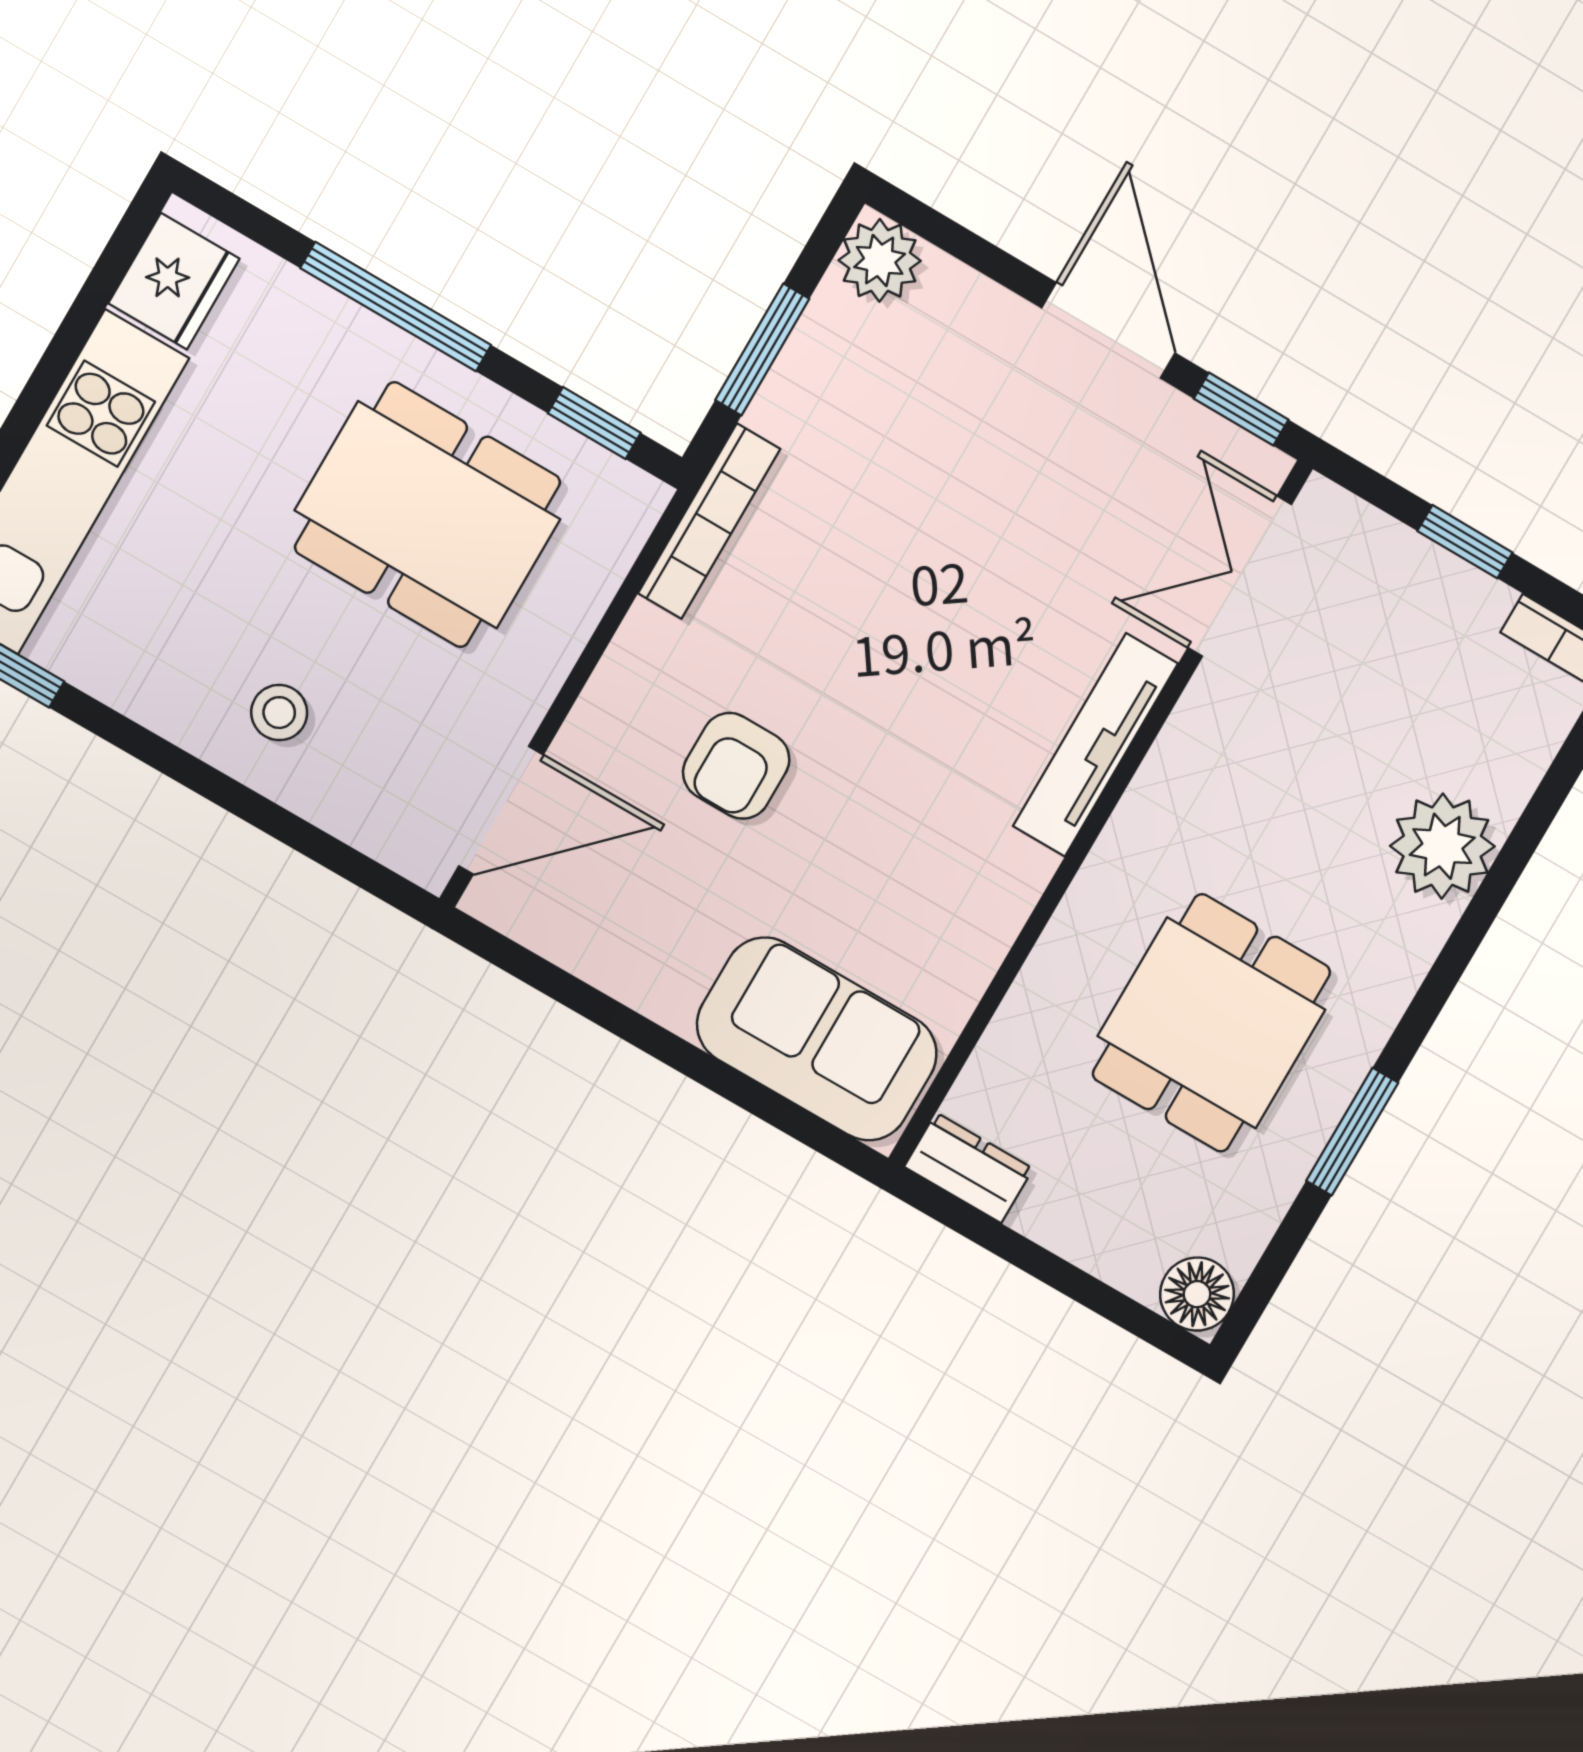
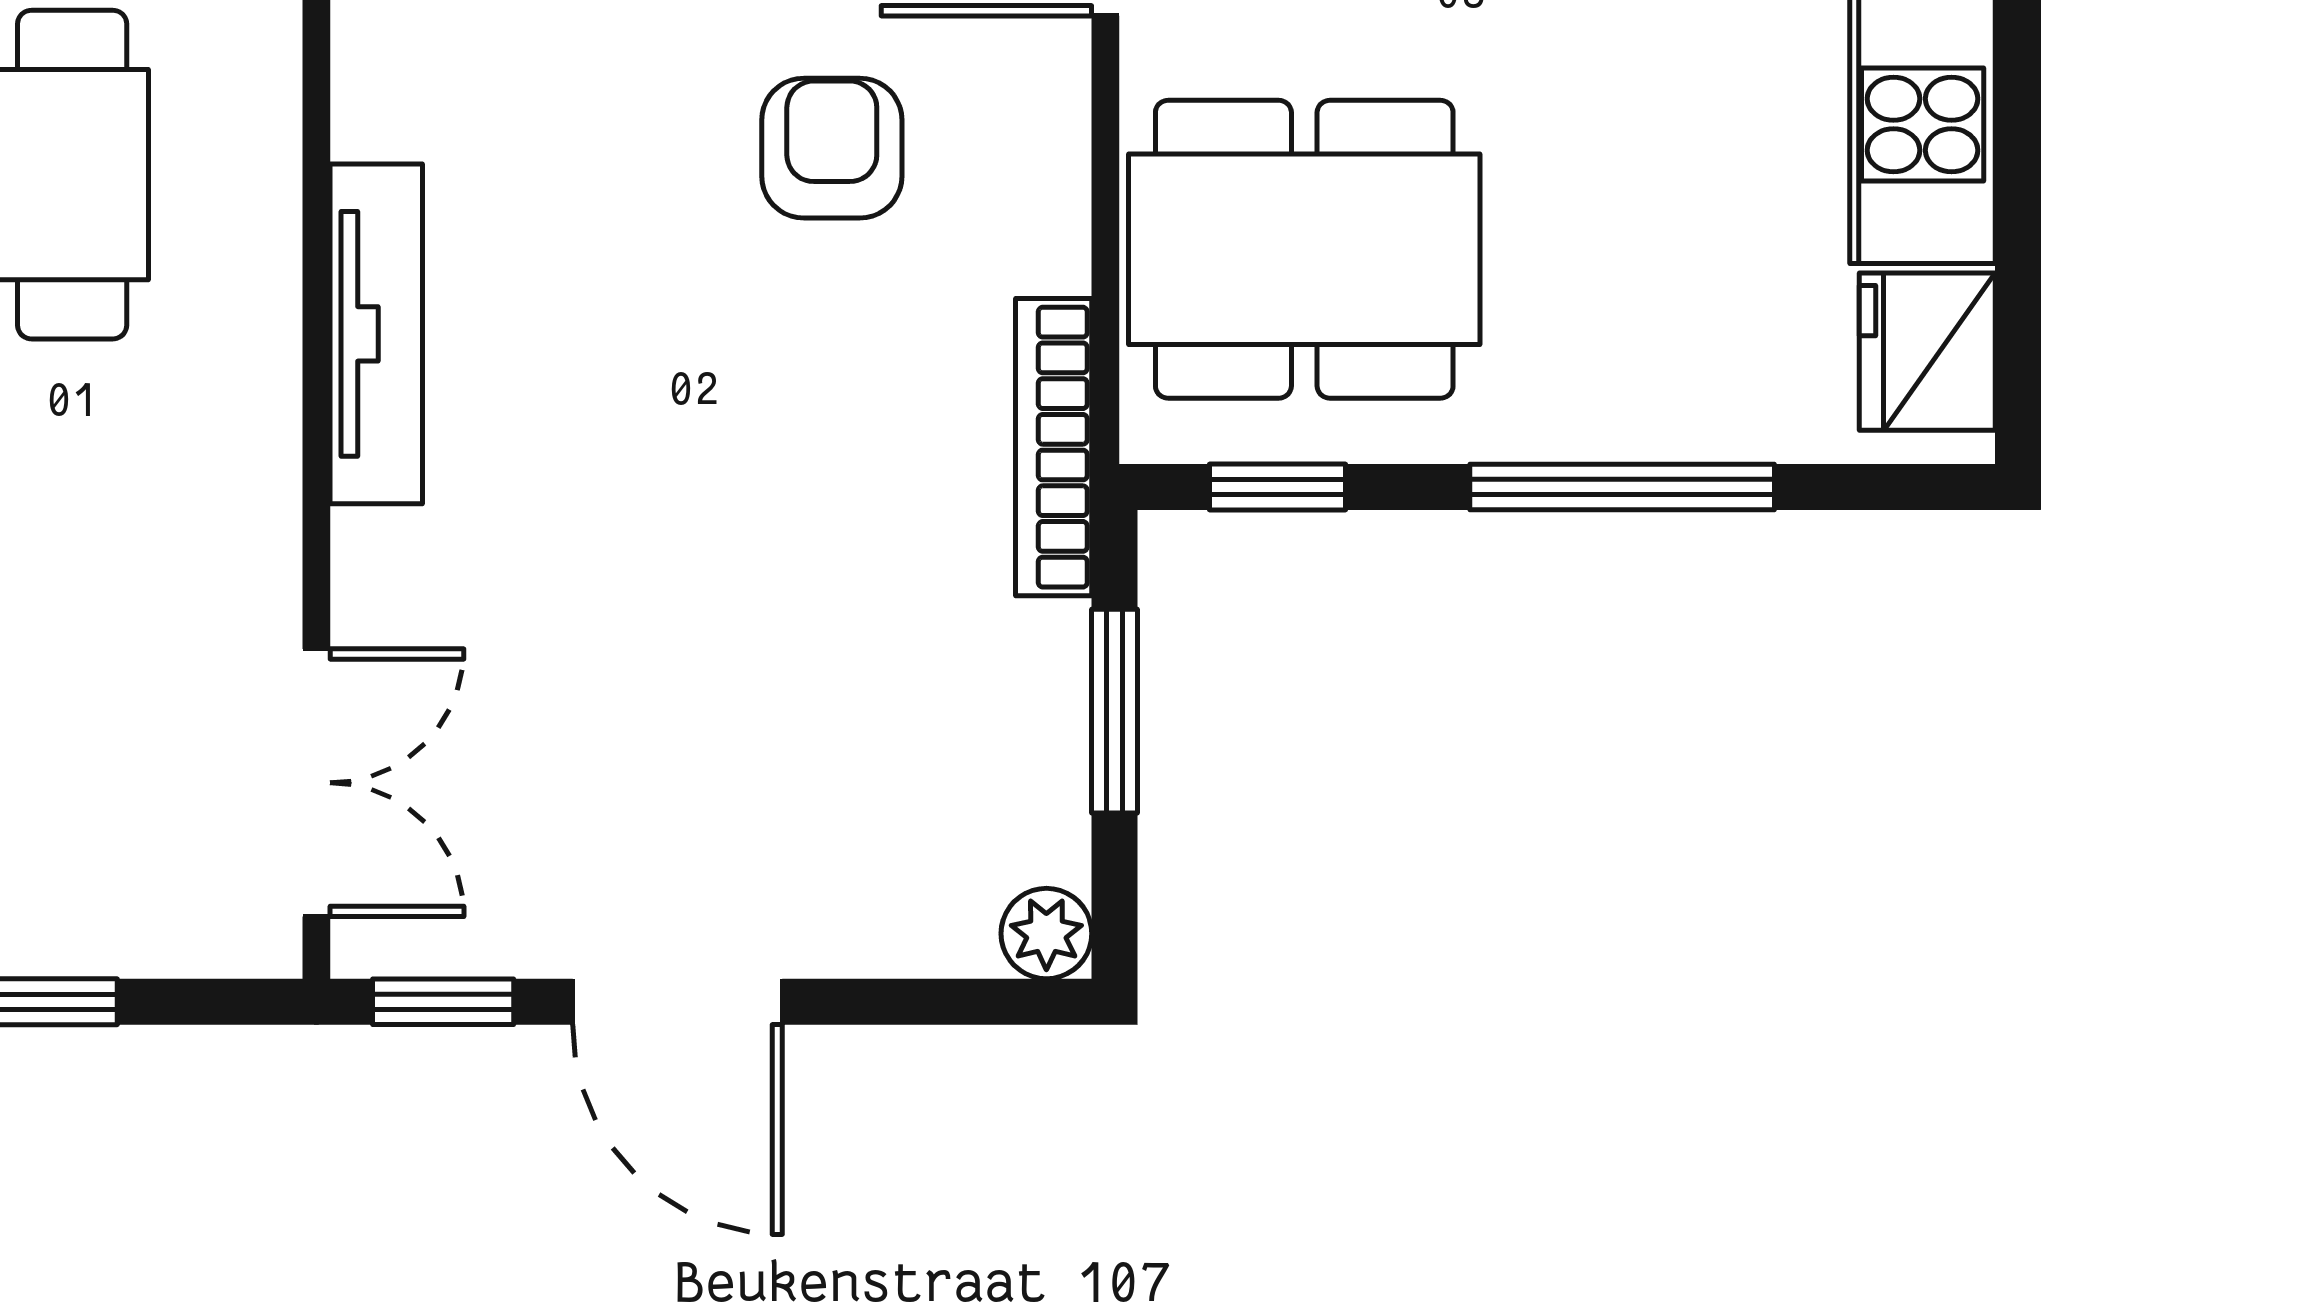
plant: (880, 260) -> (1046, 934), width x0.73, depth x0.73
dining table: (428, 515) -> (1304, 249), moved
tv unit: (1095, 745) -> (376, 334), moved

